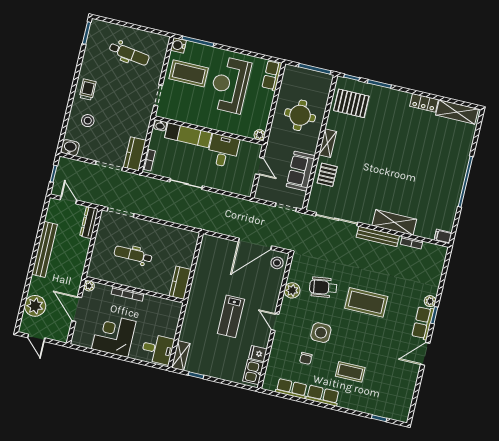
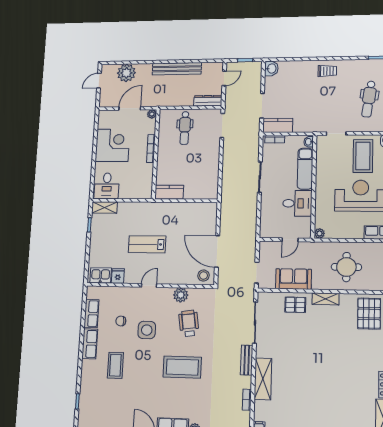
stool: (88, 121) -> (299, 78), removed
bench: (378, 236) -> (247, 360), width x0.73
dental chair: (133, 255) -> (185, 128), moved, turned 180
coffee table: (366, 302) -> (182, 367), turned 90

